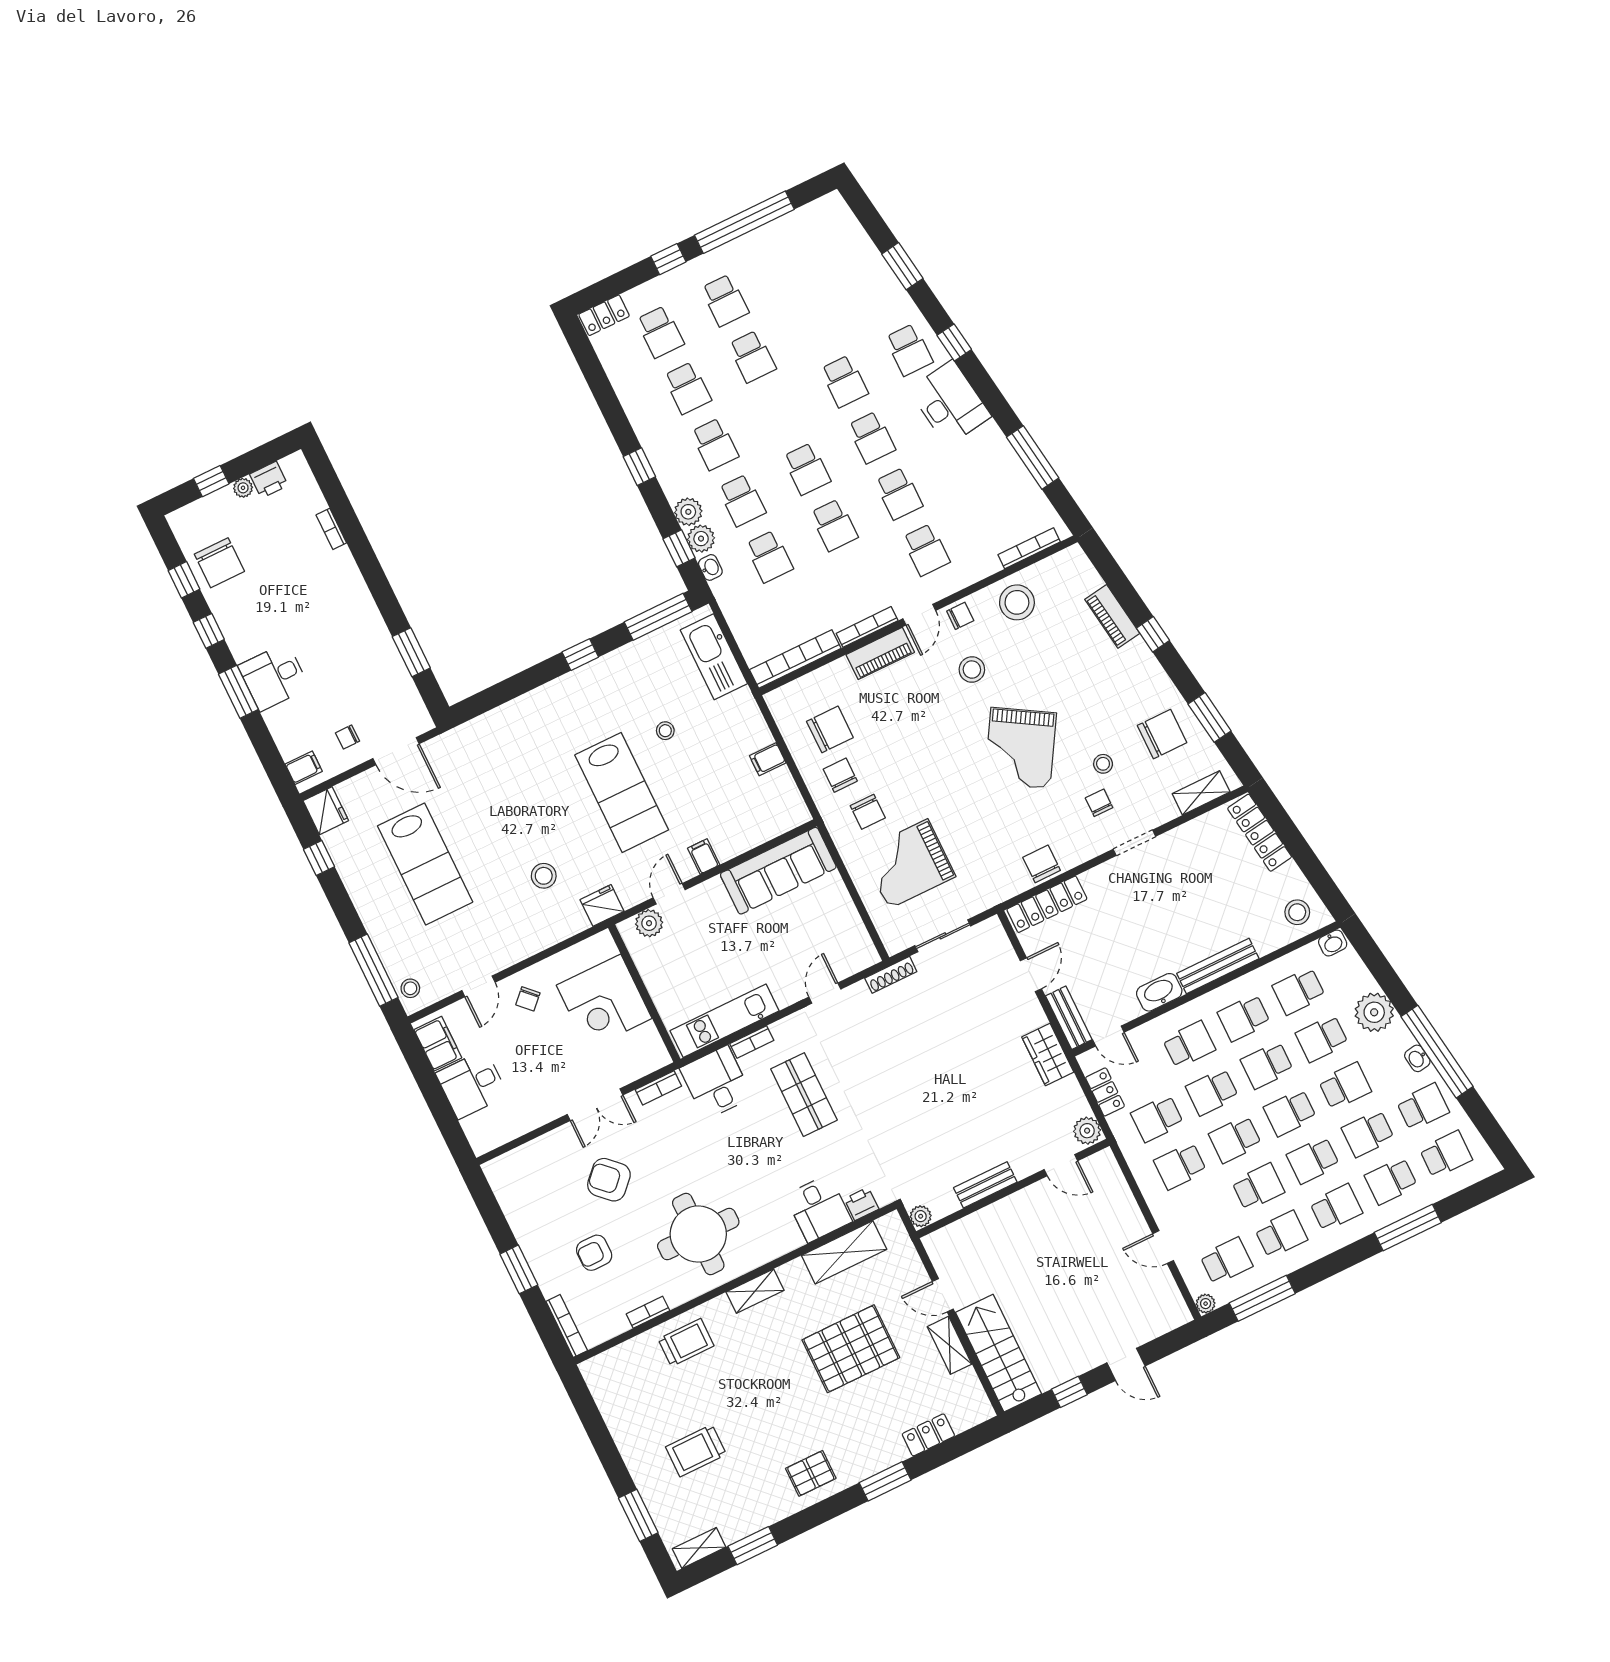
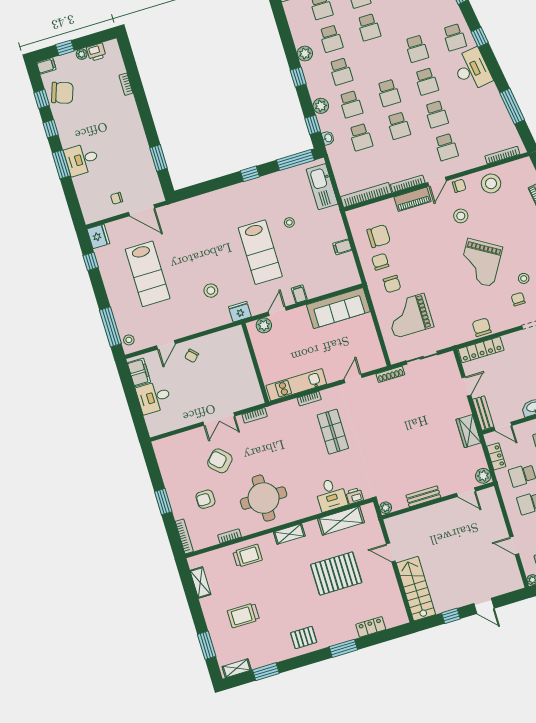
plant: (701, 539) -> (305, 54), moved
chair: (219, 563) -> (62, 93), turned -71
filing cabinet: (304, 768) -> (46, 66), moved
corner desk: (604, 1002) -> (233, 364), removed
desk: (716, 1083) -> (286, 418), removed
shelving: (950, 1345) -> (200, 583), moved

